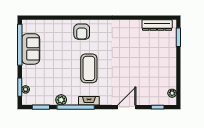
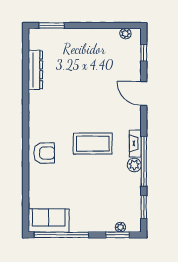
dresser: (157, 25) -> (35, 70), moved
sofa: (31, 49) -> (49, 220), moved
plant: (61, 100) -> (134, 165), moved

